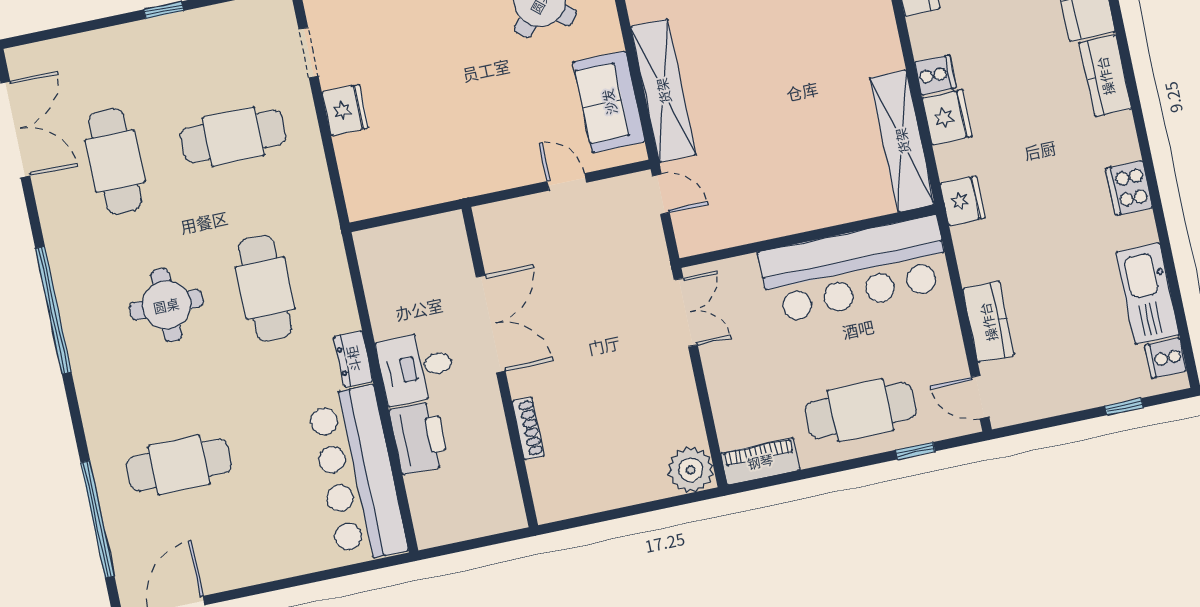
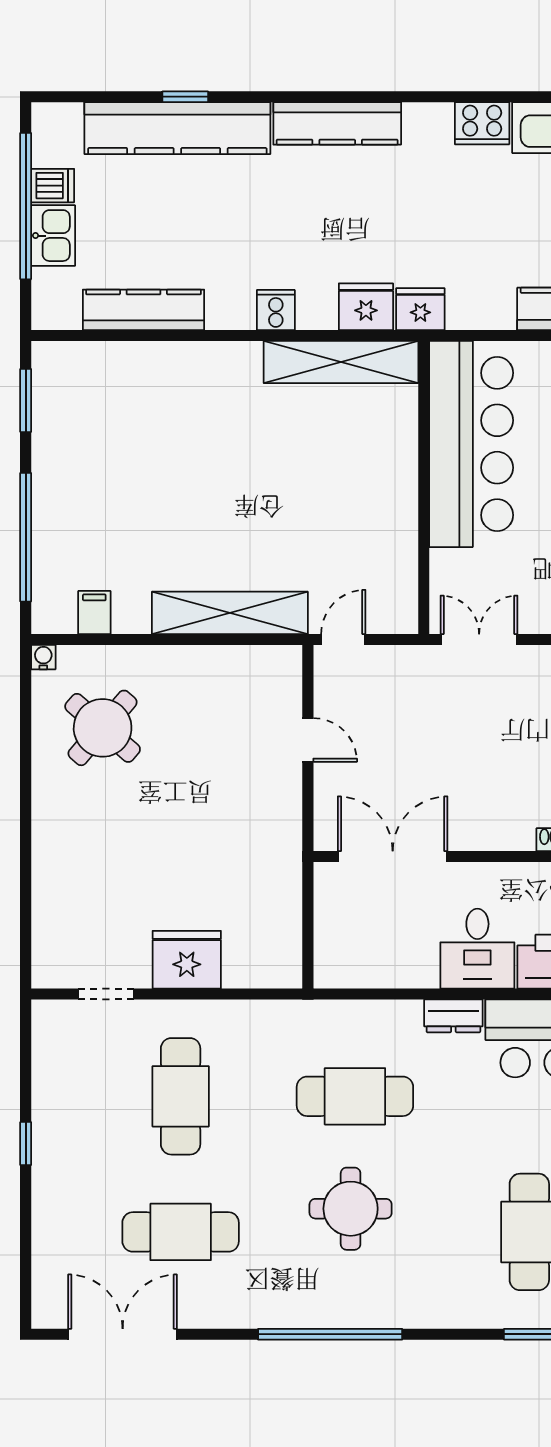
kitchen counter: (1105, 76) -> (337, 123), width x1.50
sofa: (609, 102) -> (230, 675), removed
fridge: (345, 110) -> (187, 960), width x1.36, depth x1.34
fridge: (947, 117) -> (366, 307), moved
door: (567, 182) -> (308, 740), swing flipped
cooker: (1129, 188) -> (482, 123), moved
double door: (491, 324) -> (393, 857), moved

